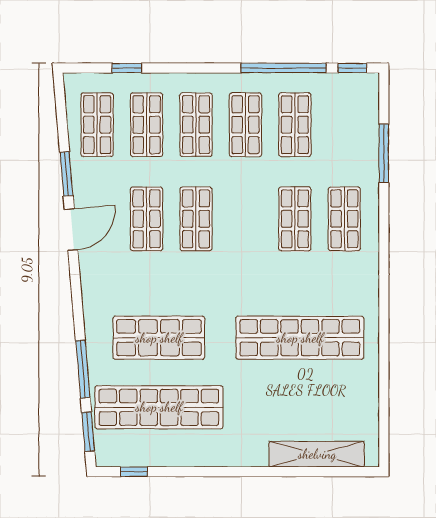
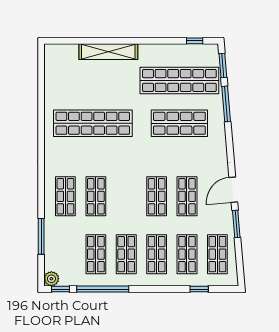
plant: (367, 85) -> (51, 279), added
shelving: (317, 454) -> (108, 52), moved

